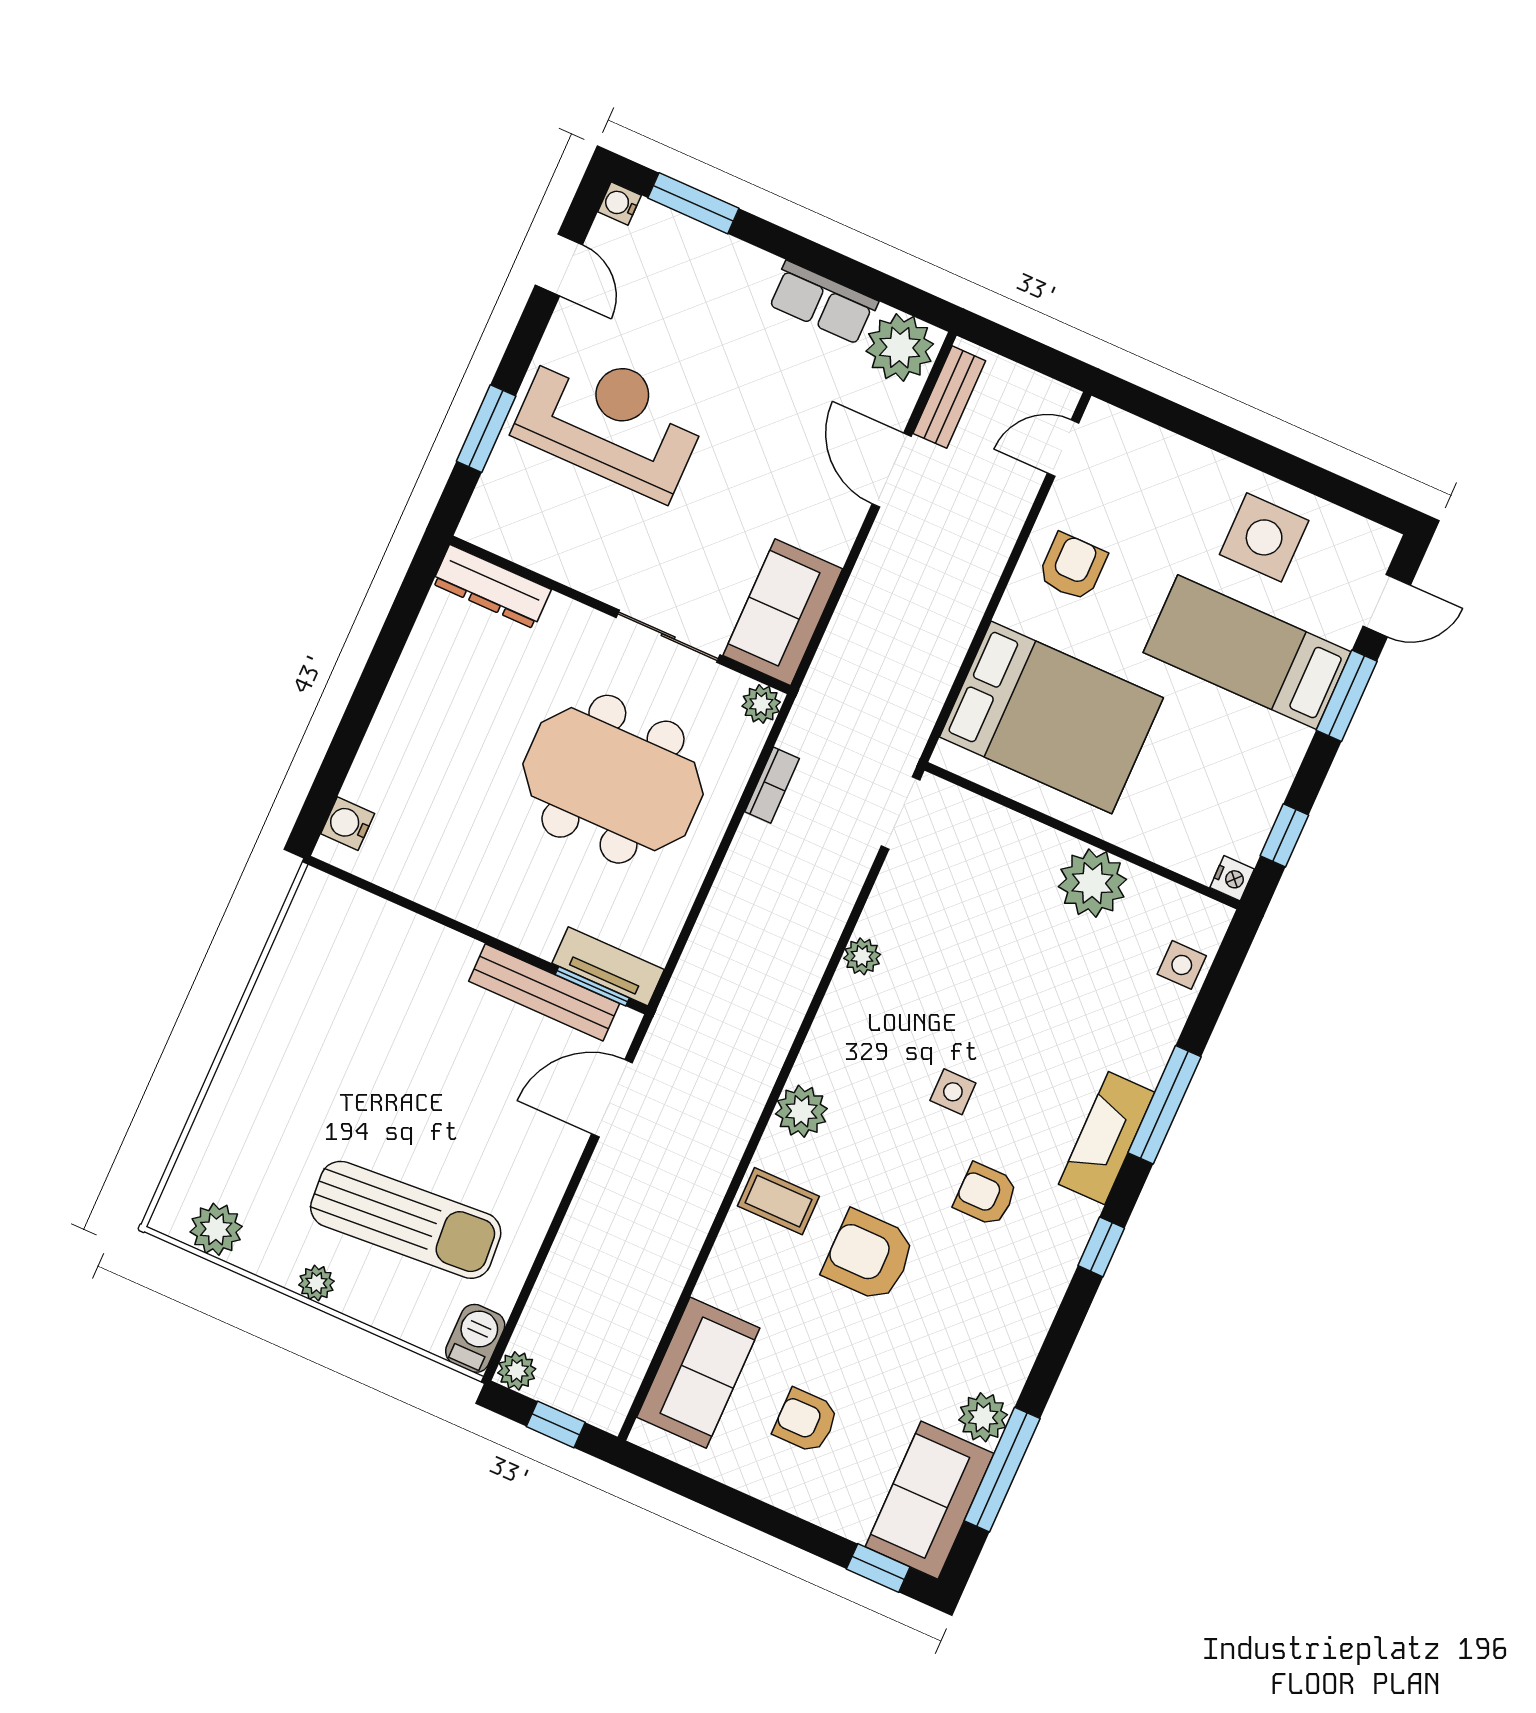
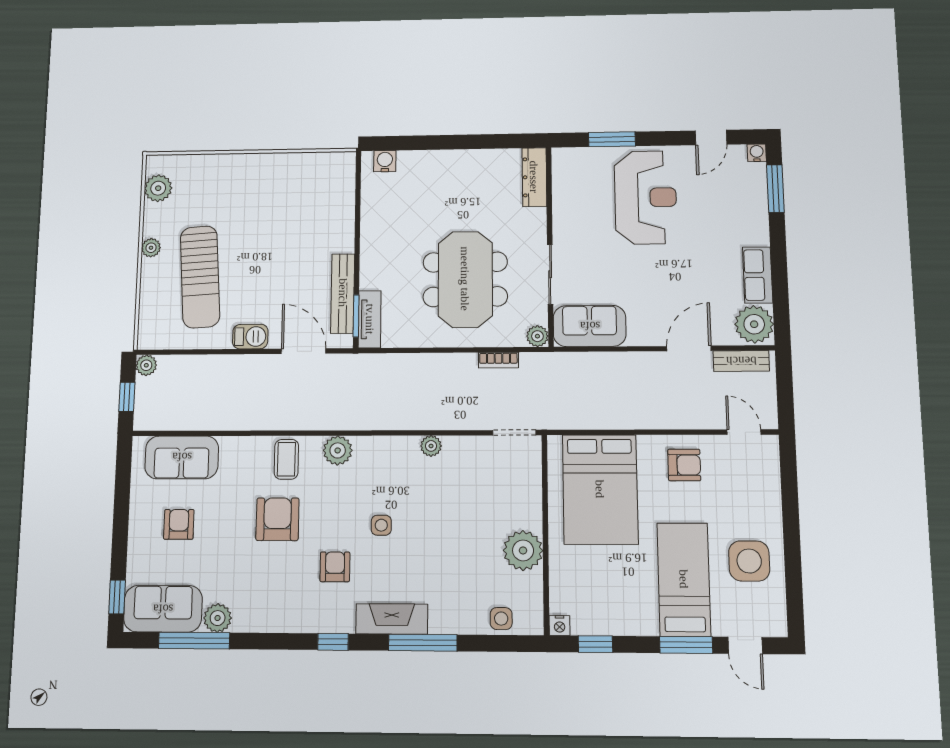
barbecue: (475, 1338) -> (250, 337), moved

